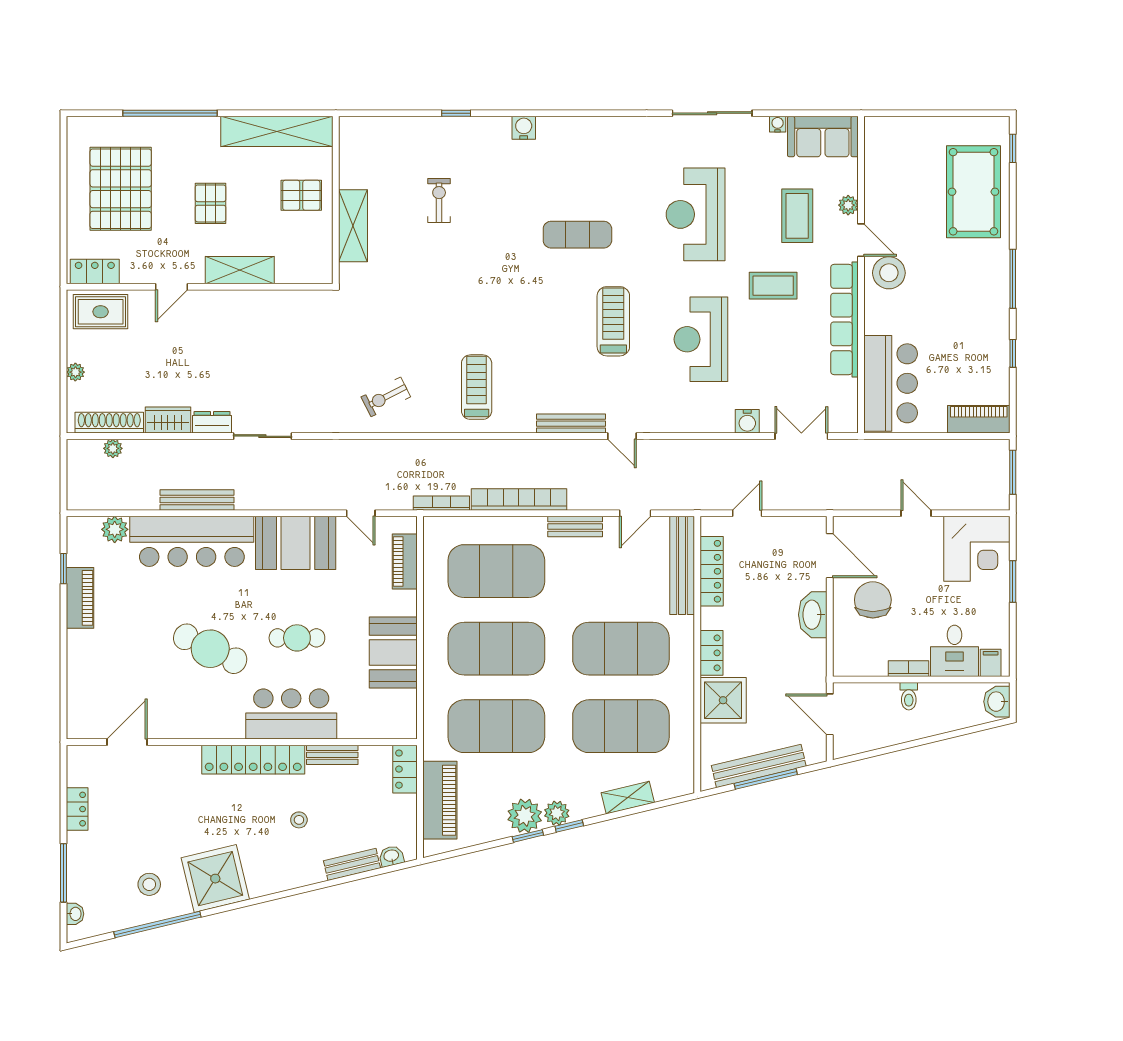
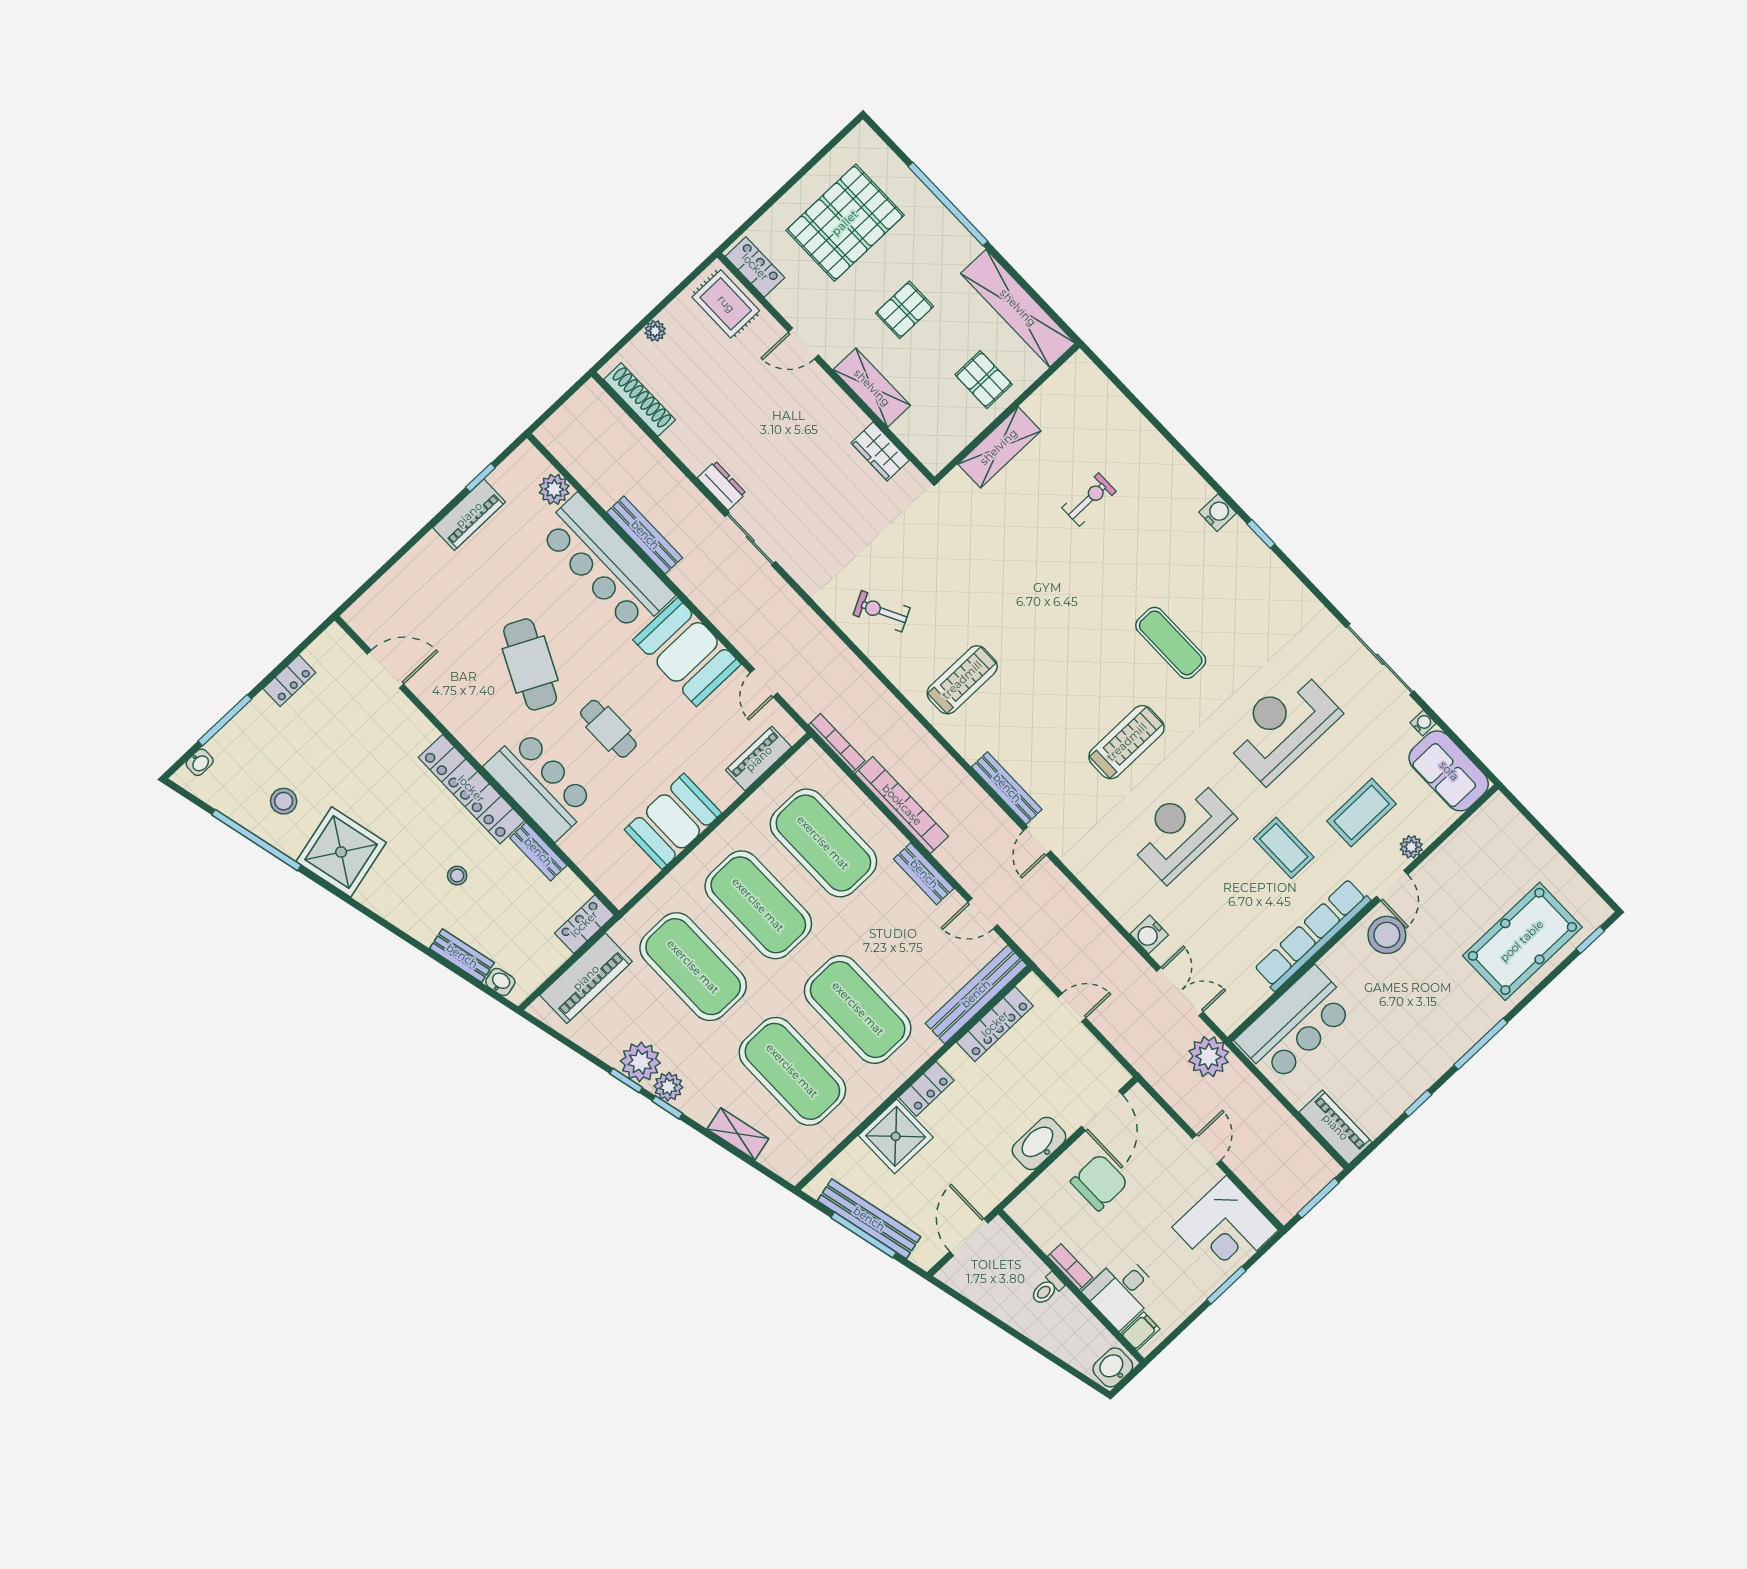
window: (456, 113) -> (1261, 534), moved
wardrobe: (168, 420) -> (880, 451), moved, turned 180
plant: (113, 448) -> (1209, 1057), moved, width x1.88, depth x1.88

